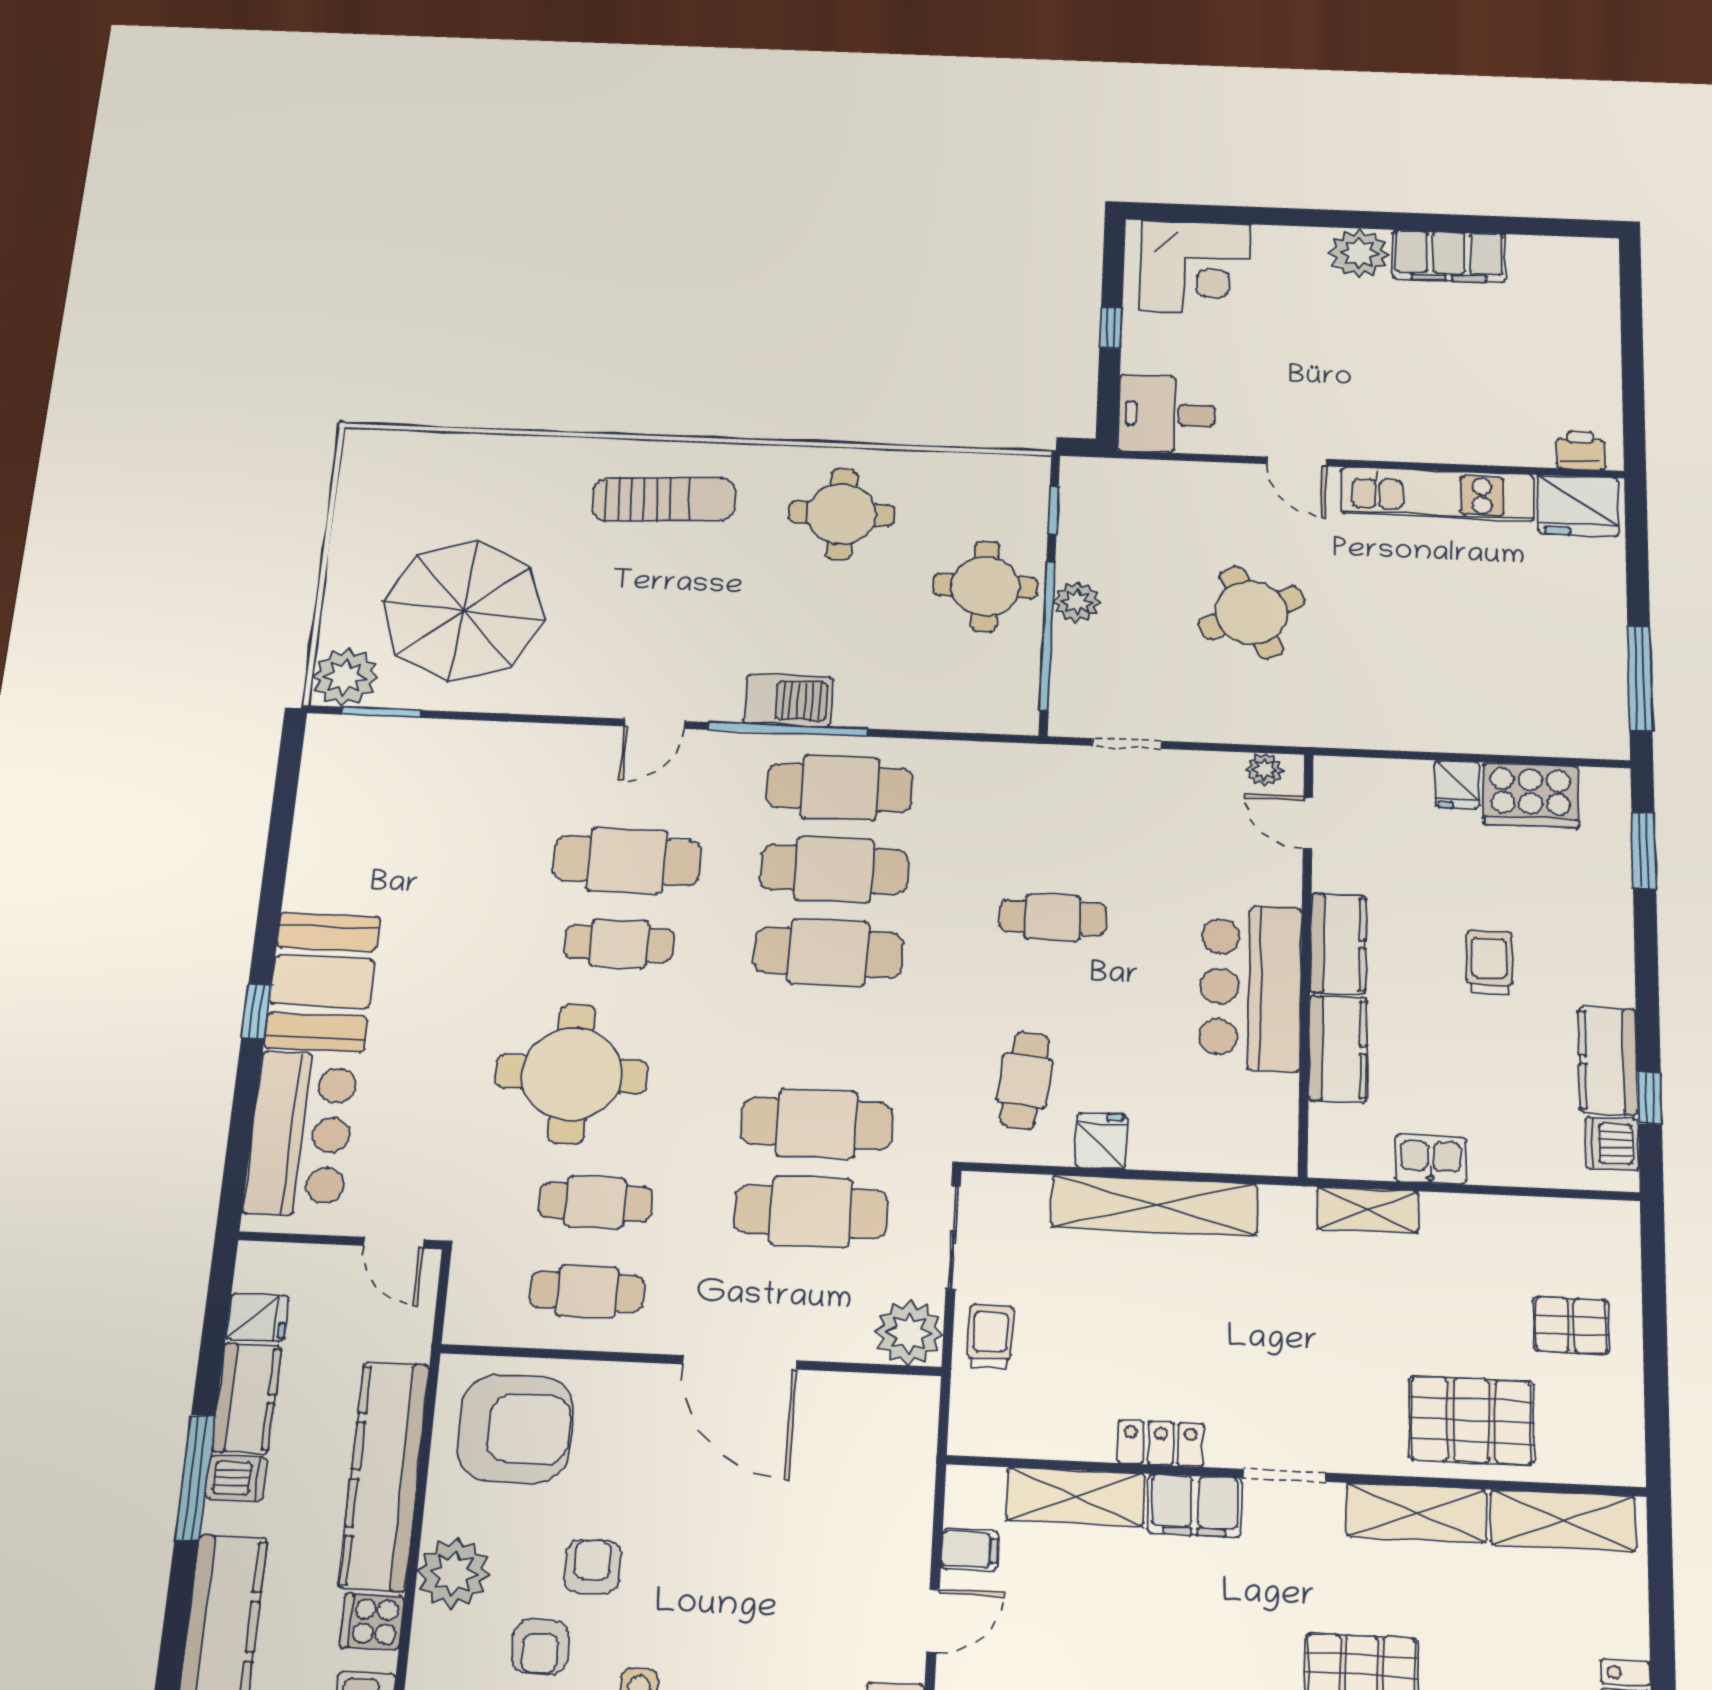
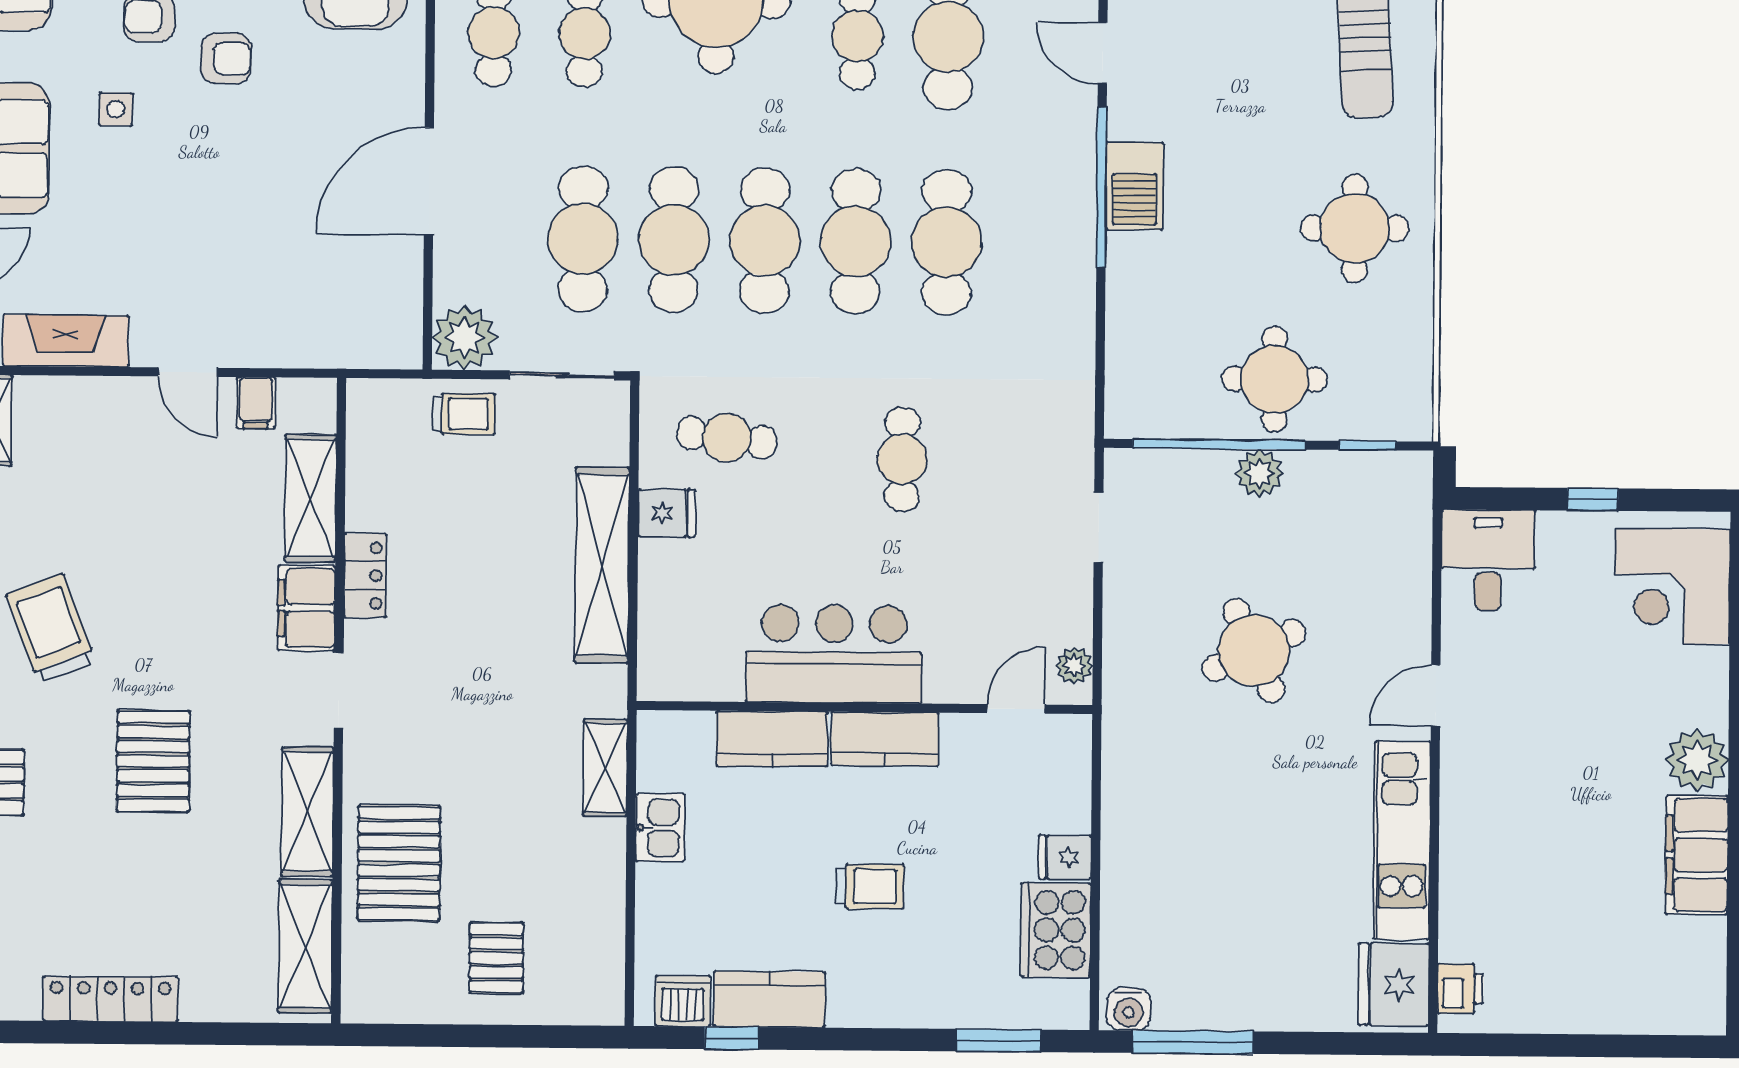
water cooler: (1609, 733) -> (1129, 1009), added
cafe table: (840, 788) -> (765, 241), moved

